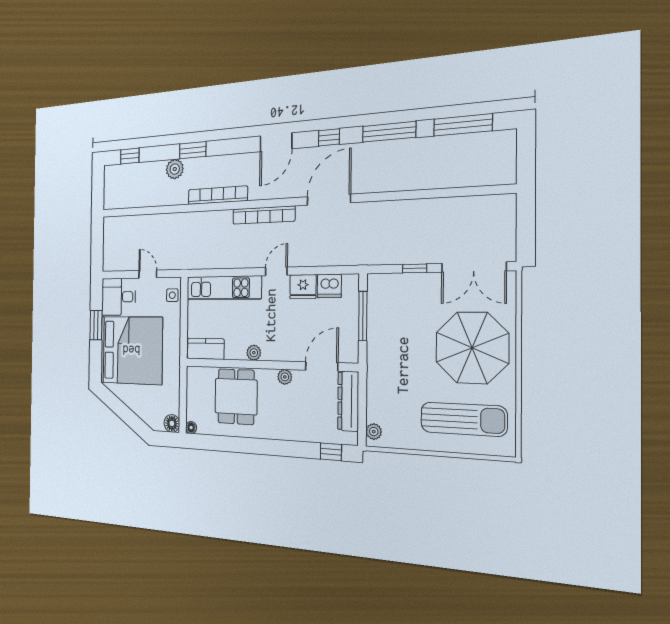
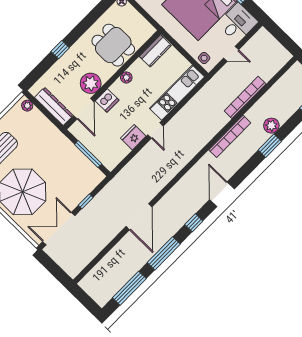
door: (329, 200) -> (139, 217), moved
bookcase: (264, 215) -> (245, 97), moved
dishwasher: (329, 286) -> (107, 100), moved, turned 180
plant: (285, 377) -> (91, 83), width x1.88, depth x1.88
window: (331, 452) -> (60, 50), moved

